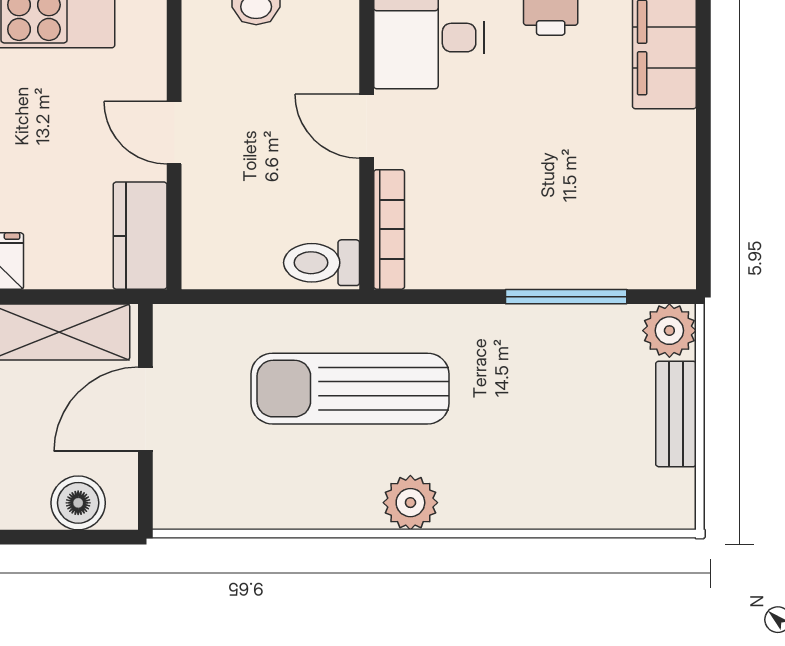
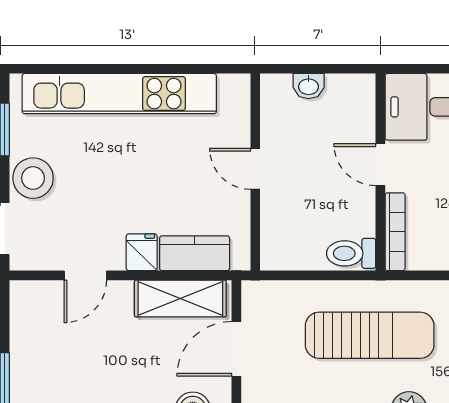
kitchen counter: (140, 236) -> (195, 253), moved, turned 90
sun lounger: (350, 389) -> (370, 335), turned 180

